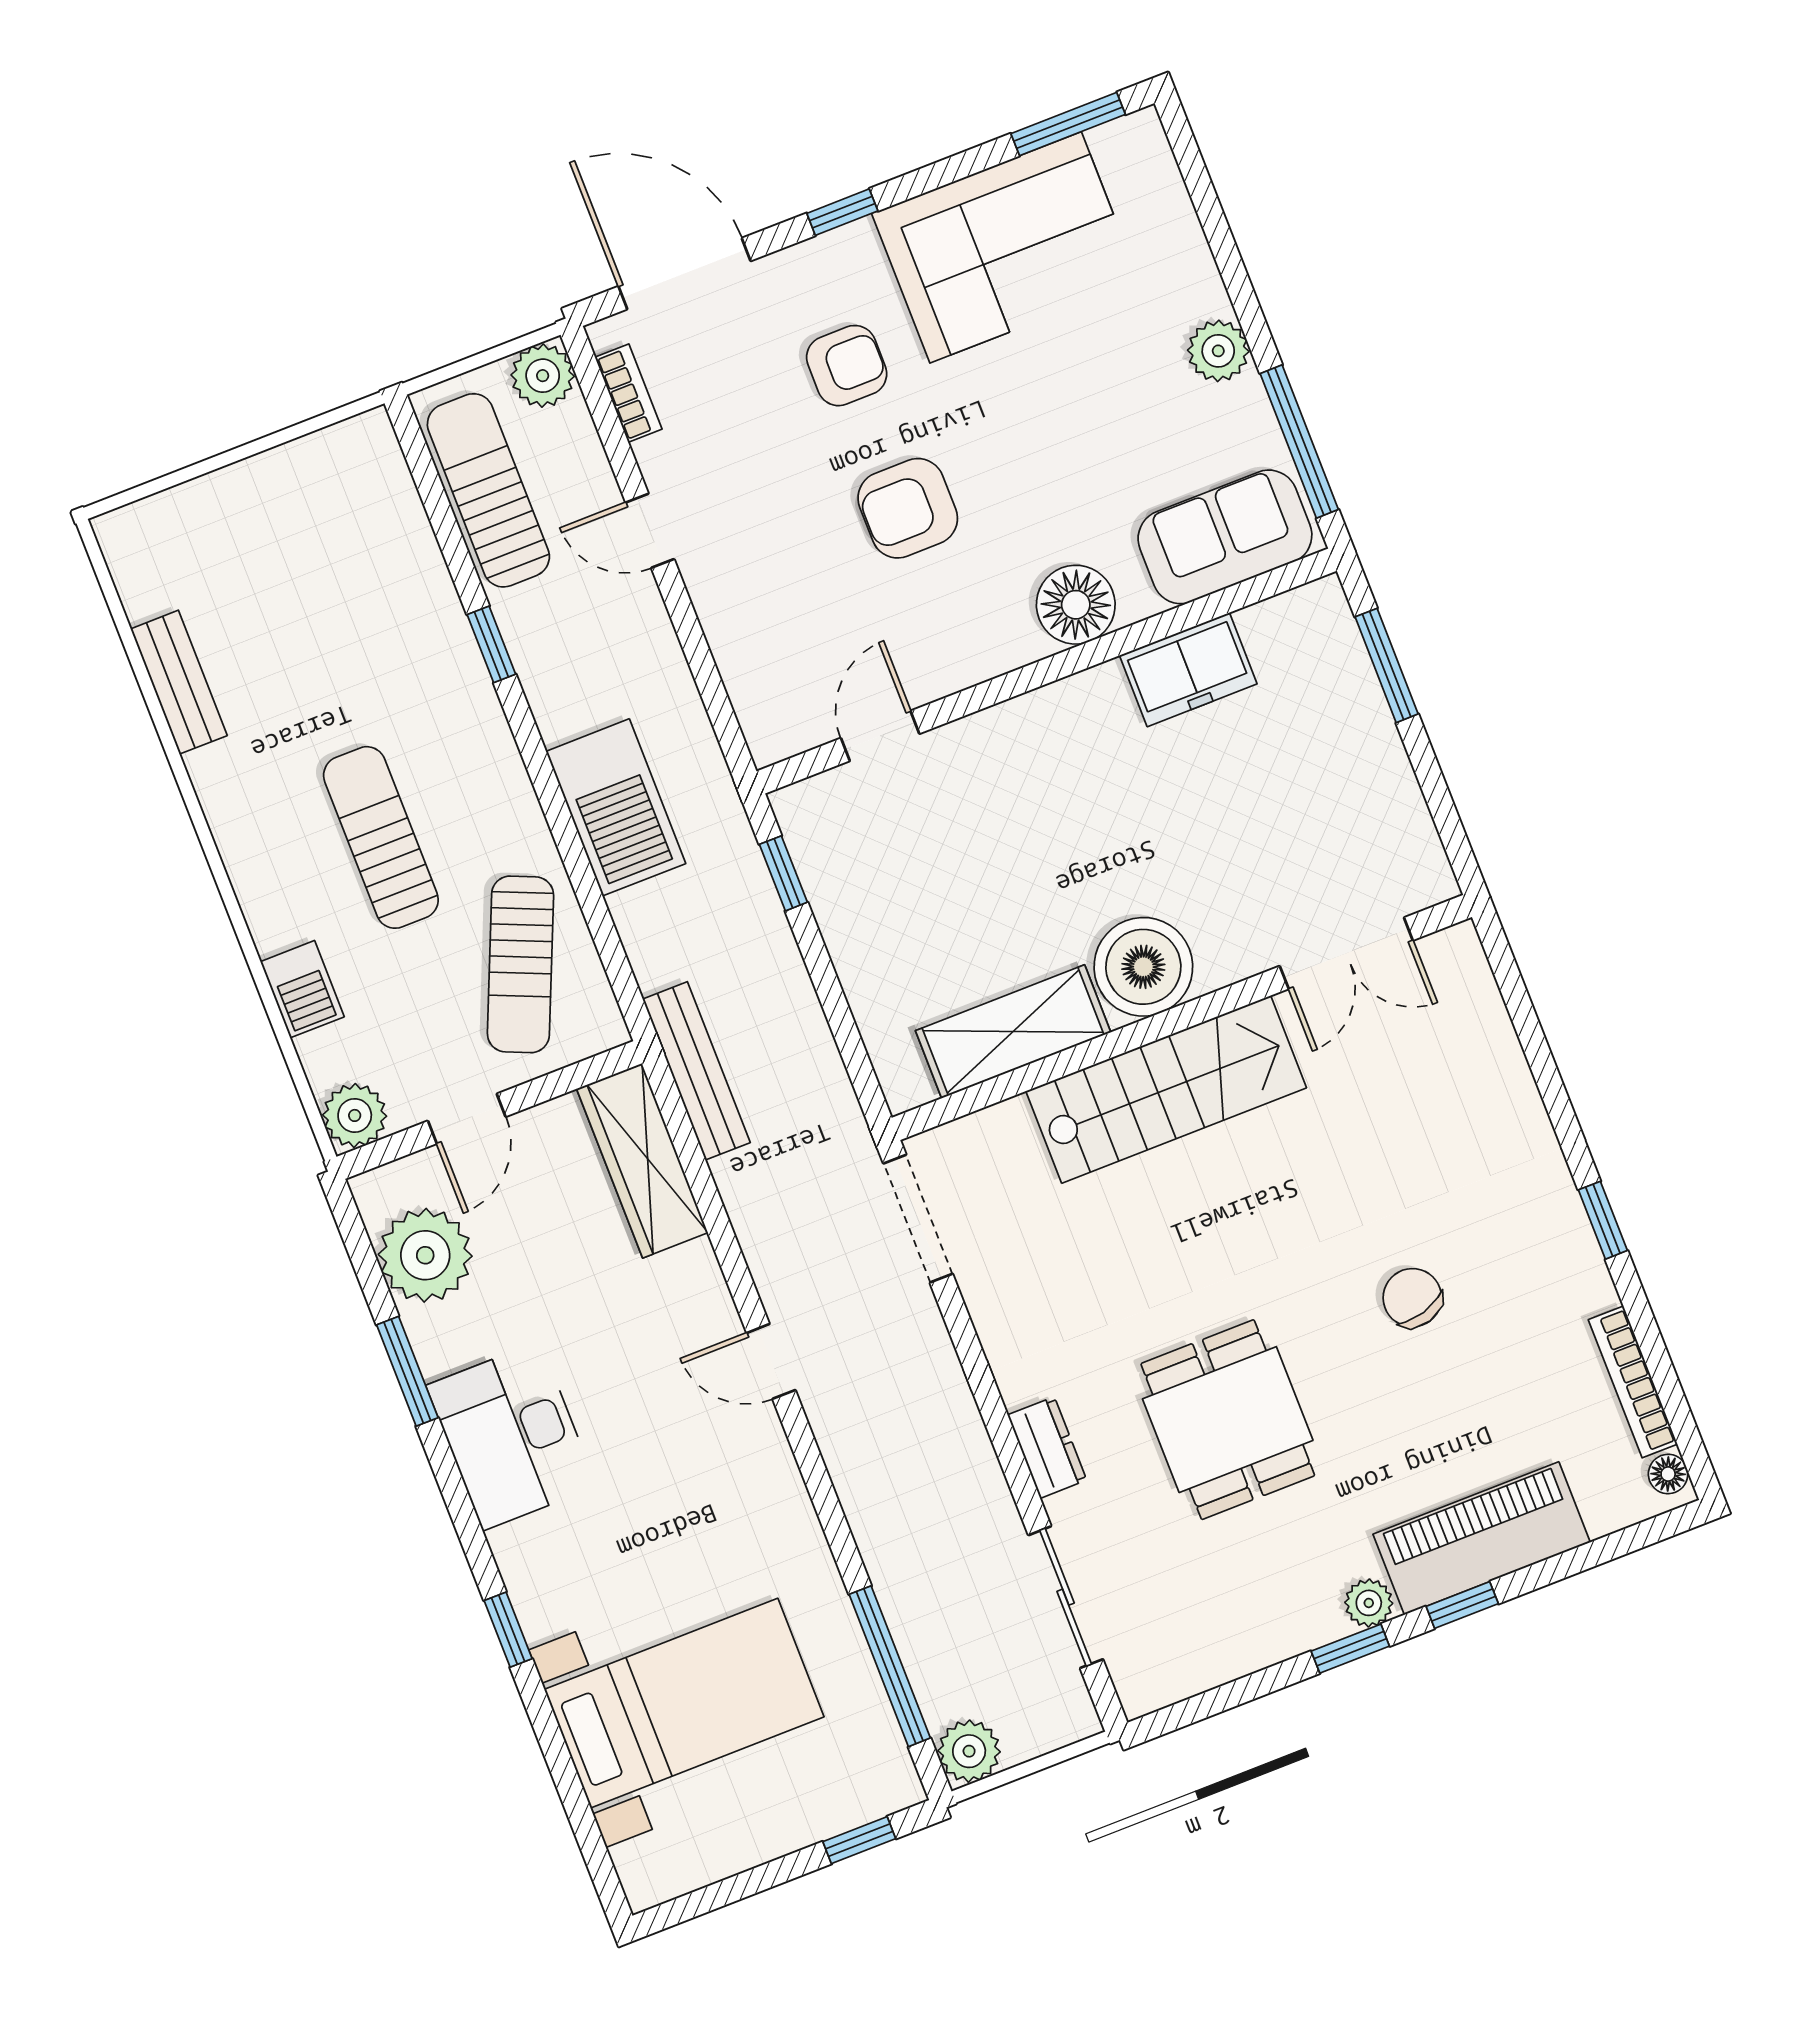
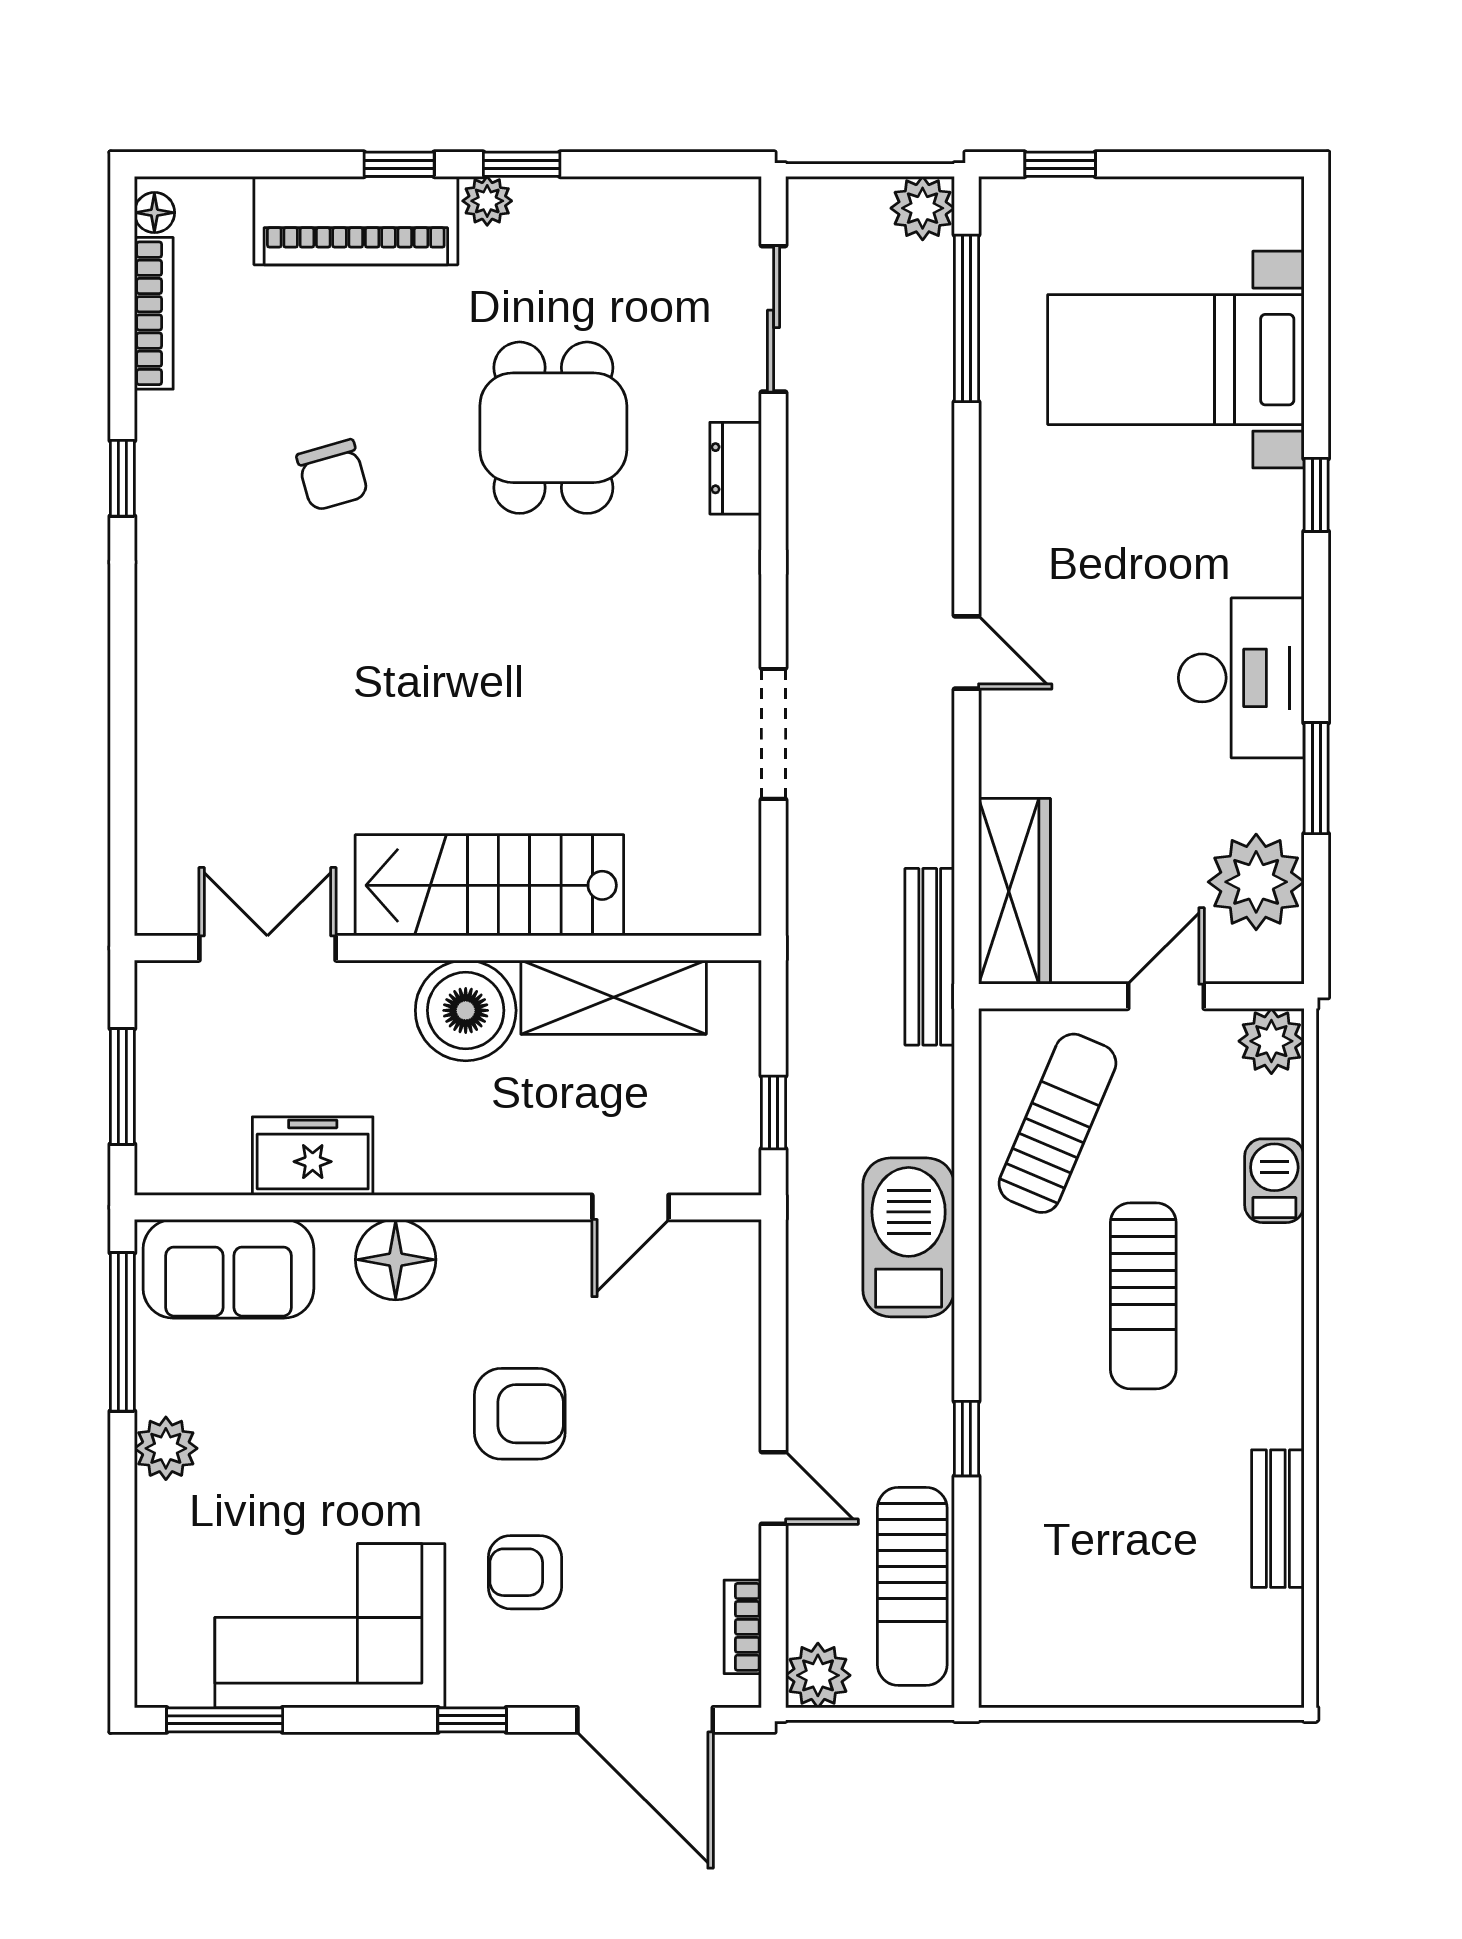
double door: (1346, 953) -> (267, 948), moved
boiler: (1143, 967) -> (466, 1010), moved
wall: (1182, 1017) -> (448, 948), moved
shelving: (1013, 1032) -> (614, 997), moved
stairs: (1166, 1089) -> (489, 885), moved

